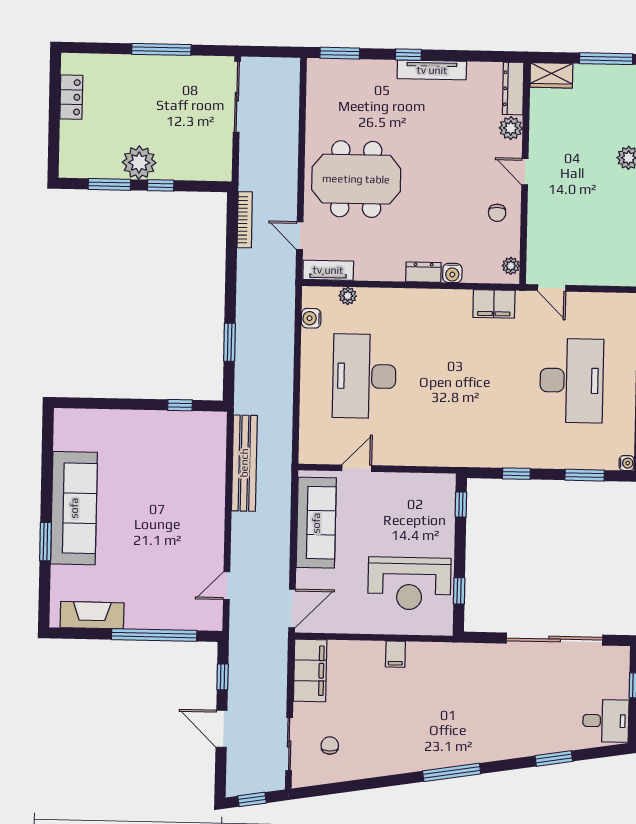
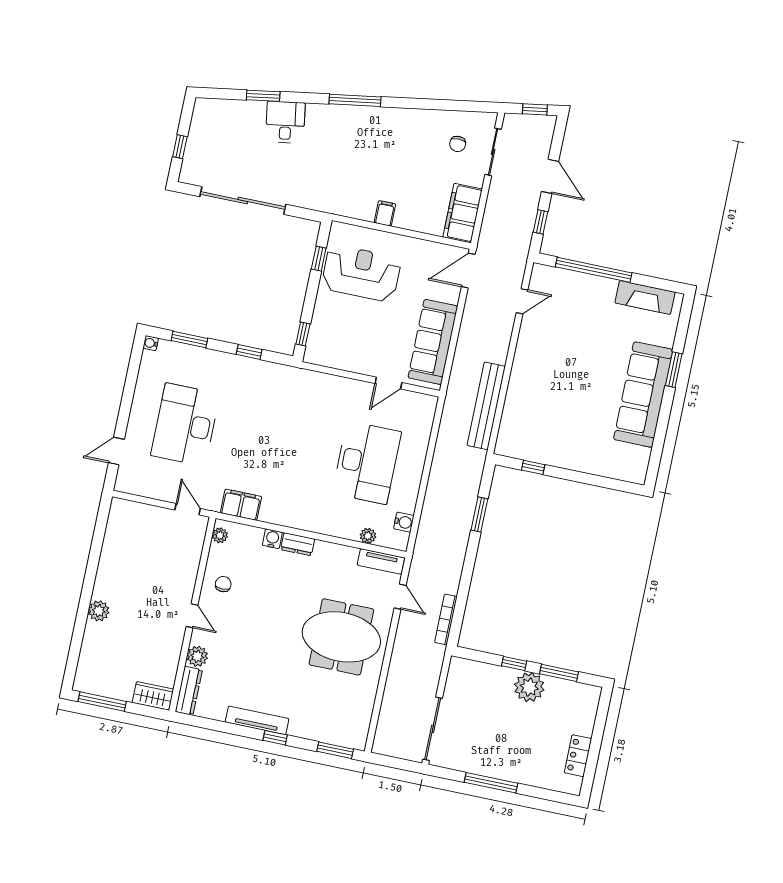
desk: (606, 721) -> (285, 122), moved, turned 81

